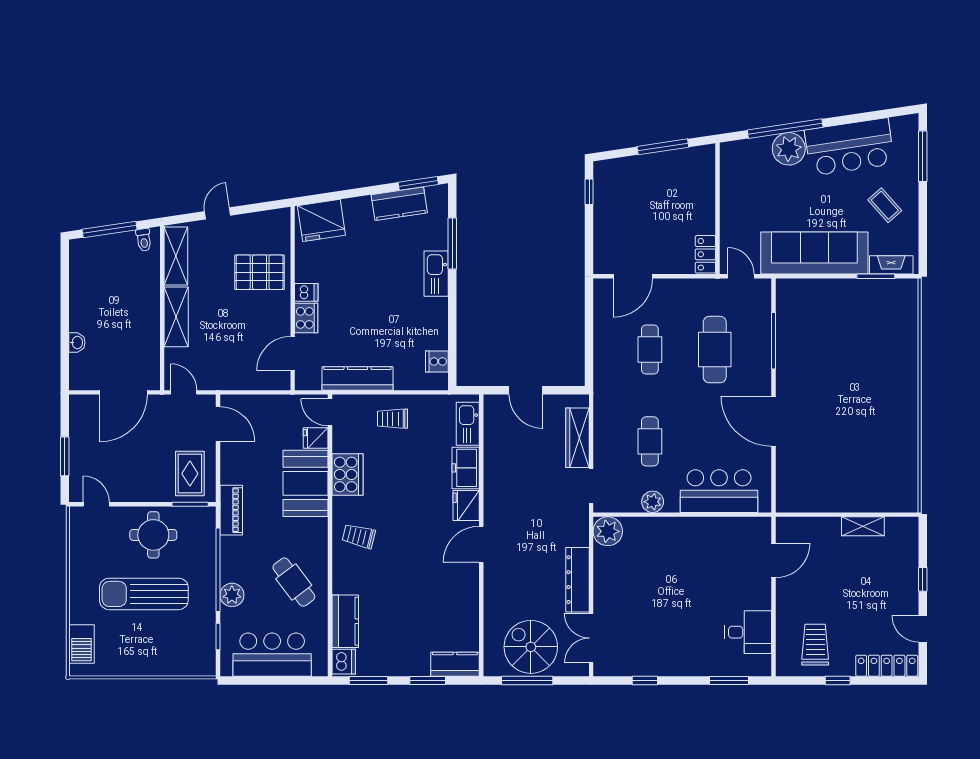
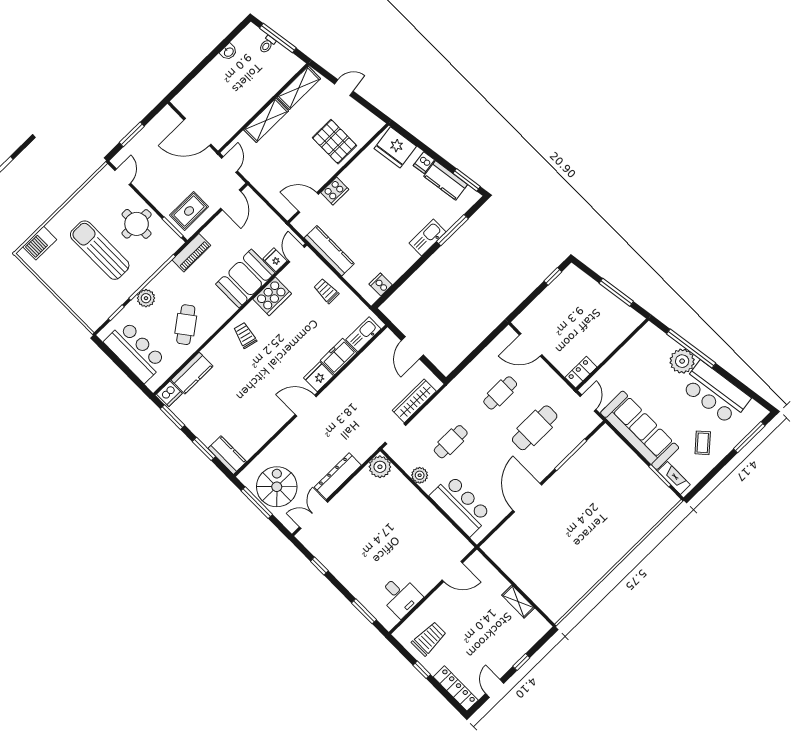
toilet: (144, 240) -> (267, 45), moved
dishwasher: (306, 292) -> (424, 163), moved, turned 82
washbasin: (77, 343) -> (229, 52), moved

